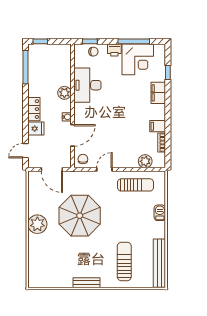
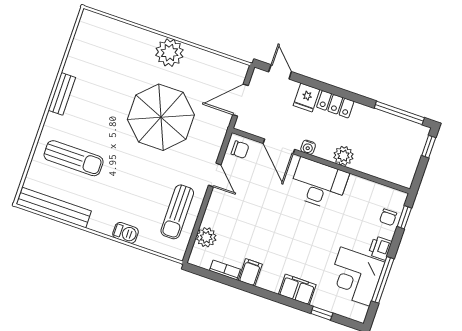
desk: (87, 85) -> (319, 184), moved

